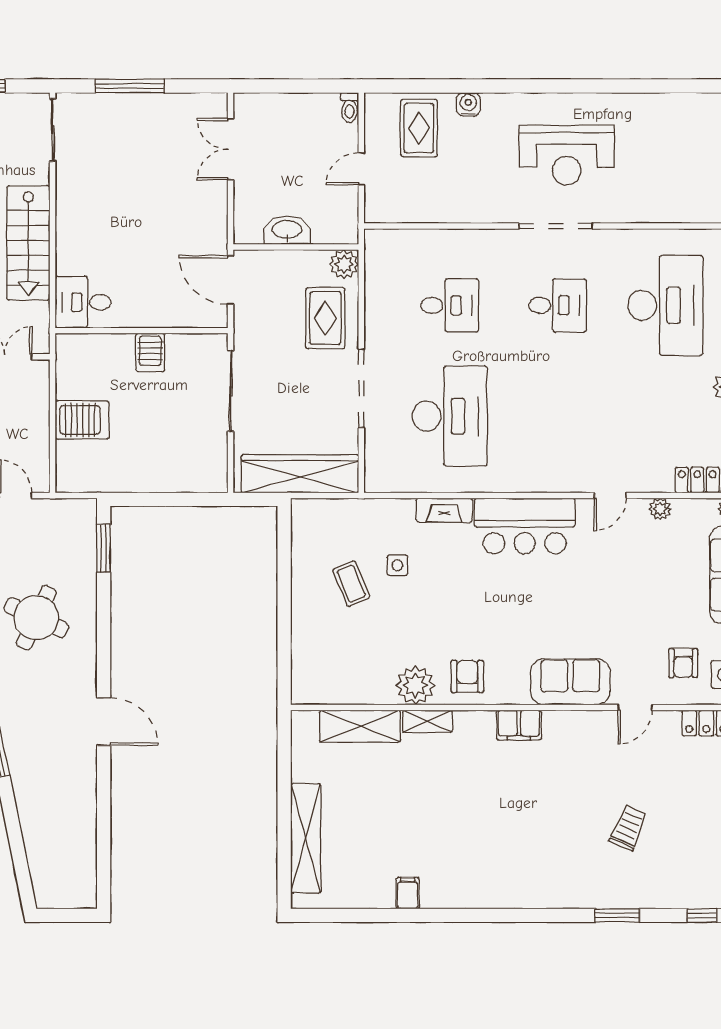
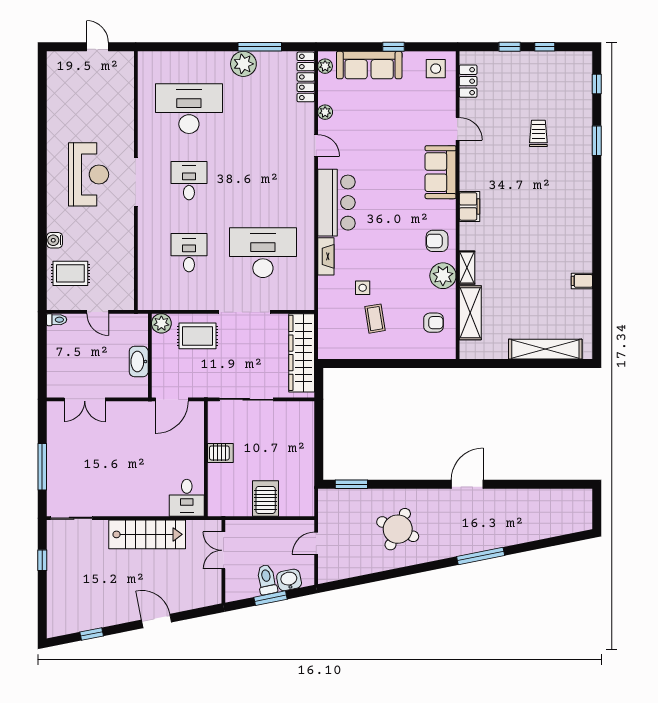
coffee table: (351, 584) -> (375, 319), turned -76
armchair: (683, 663) -> (434, 323), moved
trolley: (628, 828) -> (538, 133), turned 67

